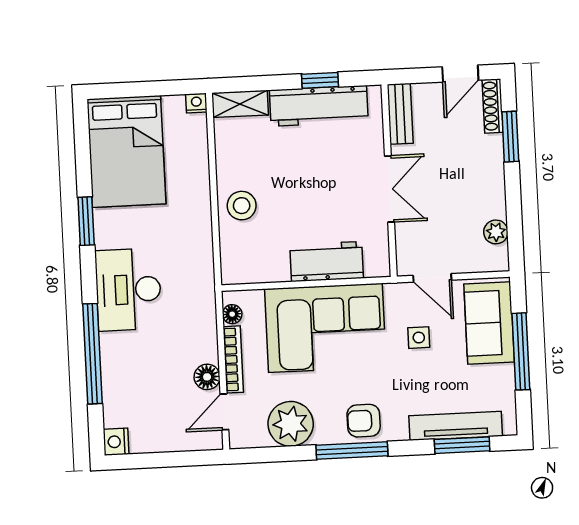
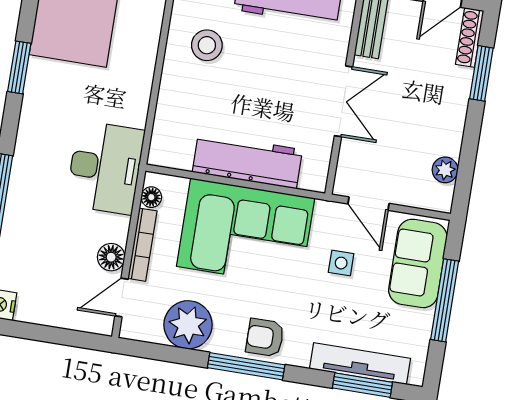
stool: (242, 206) -> (207, 45), moved
workbench: (327, 262) -> (247, 161), width x1.38
desk: (128, 290) -> (105, 168), moved, turned 180

